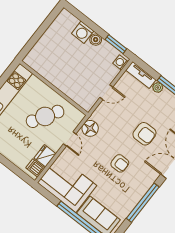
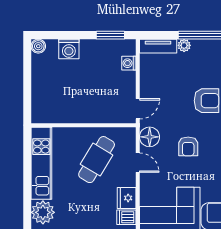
boiler: (96, 40) -> (38, 46), moved
washing machine: (120, 63) -> (129, 63), moved
door: (106, 92) -> (138, 109), moved
armchair: (120, 163) -> (188, 146), moved, turned 90

